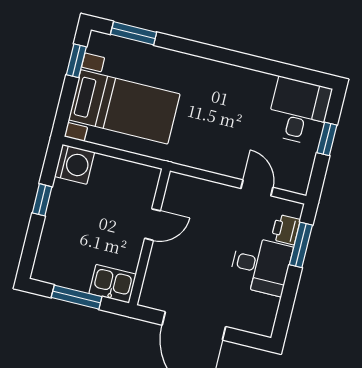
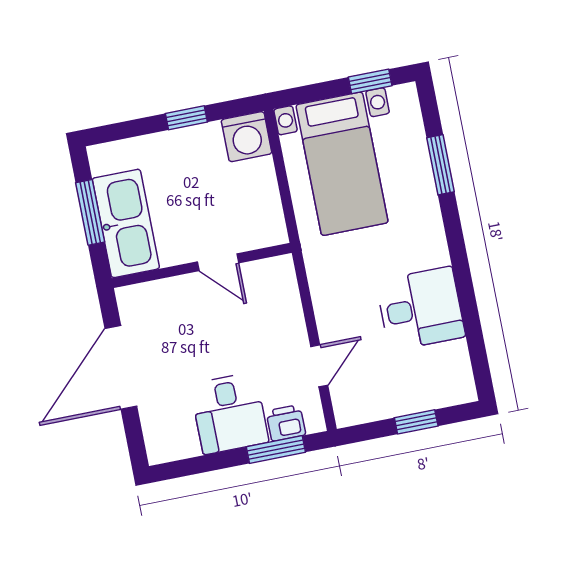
window: (134, 33) -> (440, 165), moved
desk: (299, 111) -> (421, 309), moved
kitchen sink: (113, 284) -> (126, 223), width x1.87, depth x1.24

